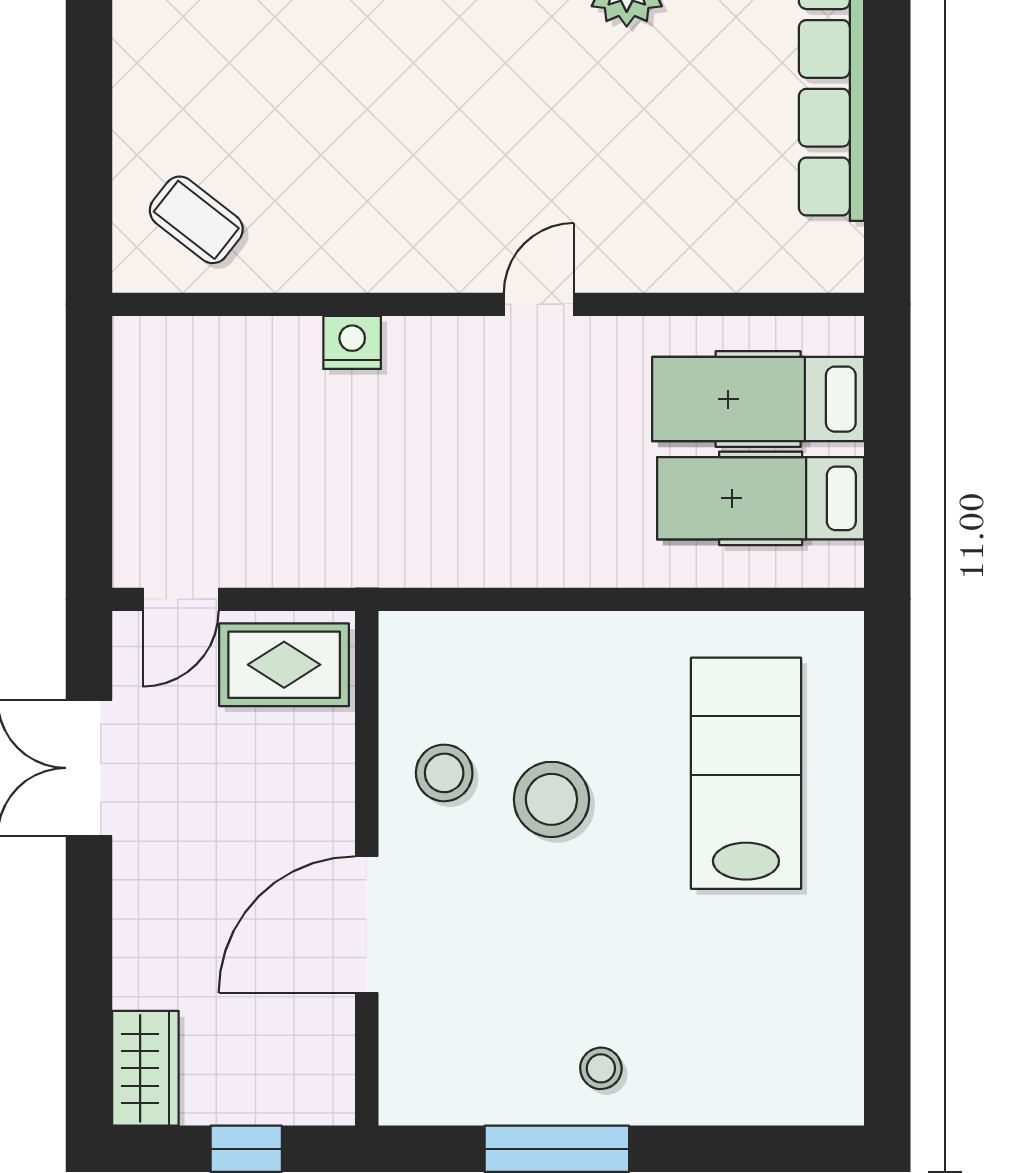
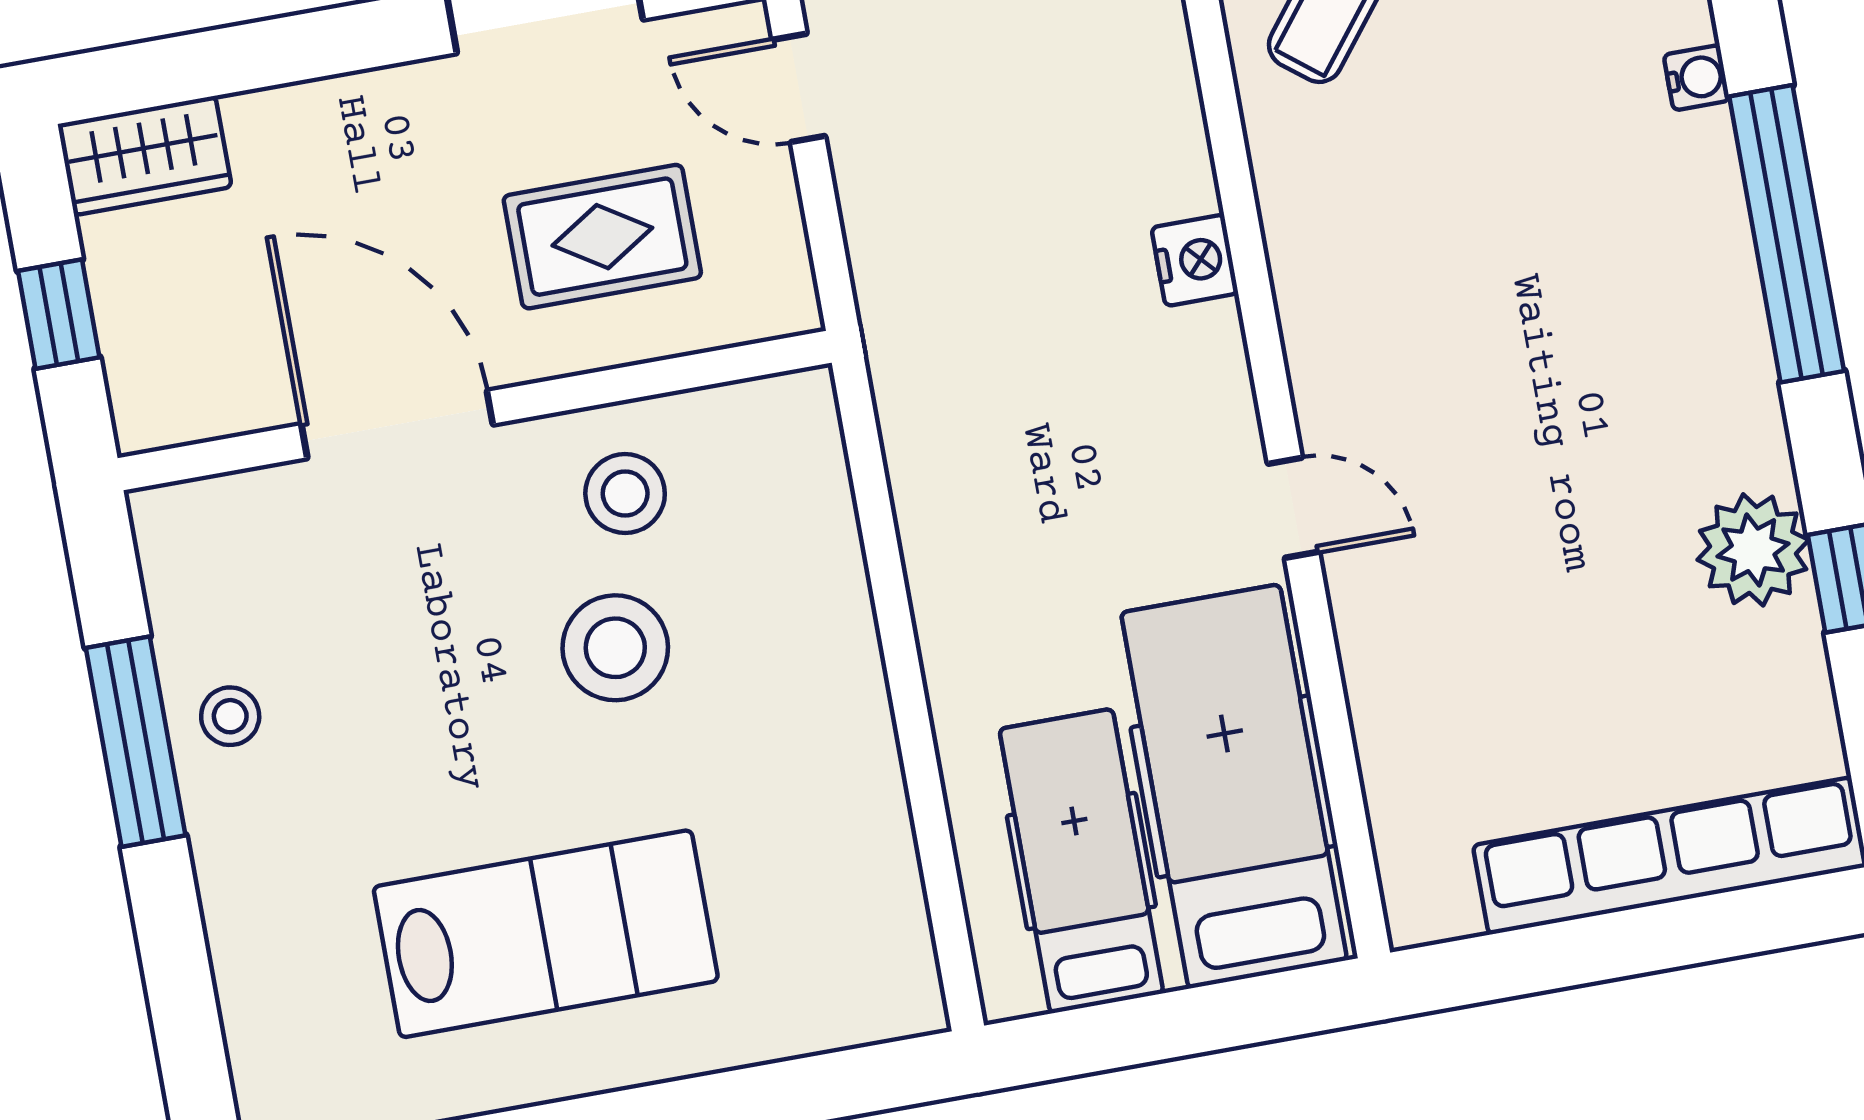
hospital bed: (758, 399) -> (1234, 786), width x1.37, depth x1.29
rug: (284, 665) -> (602, 237), moved, turned 90
lab bench: (746, 773) -> (546, 934), moved
stool: (601, 1068) -> (230, 716), moved

